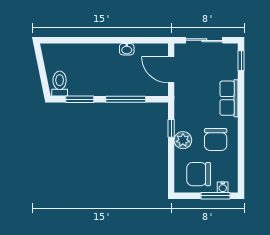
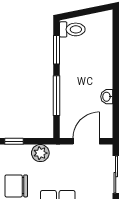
window: (171, 128) -> (14, 141), moved
plant: (183, 140) -> (40, 153), moved

